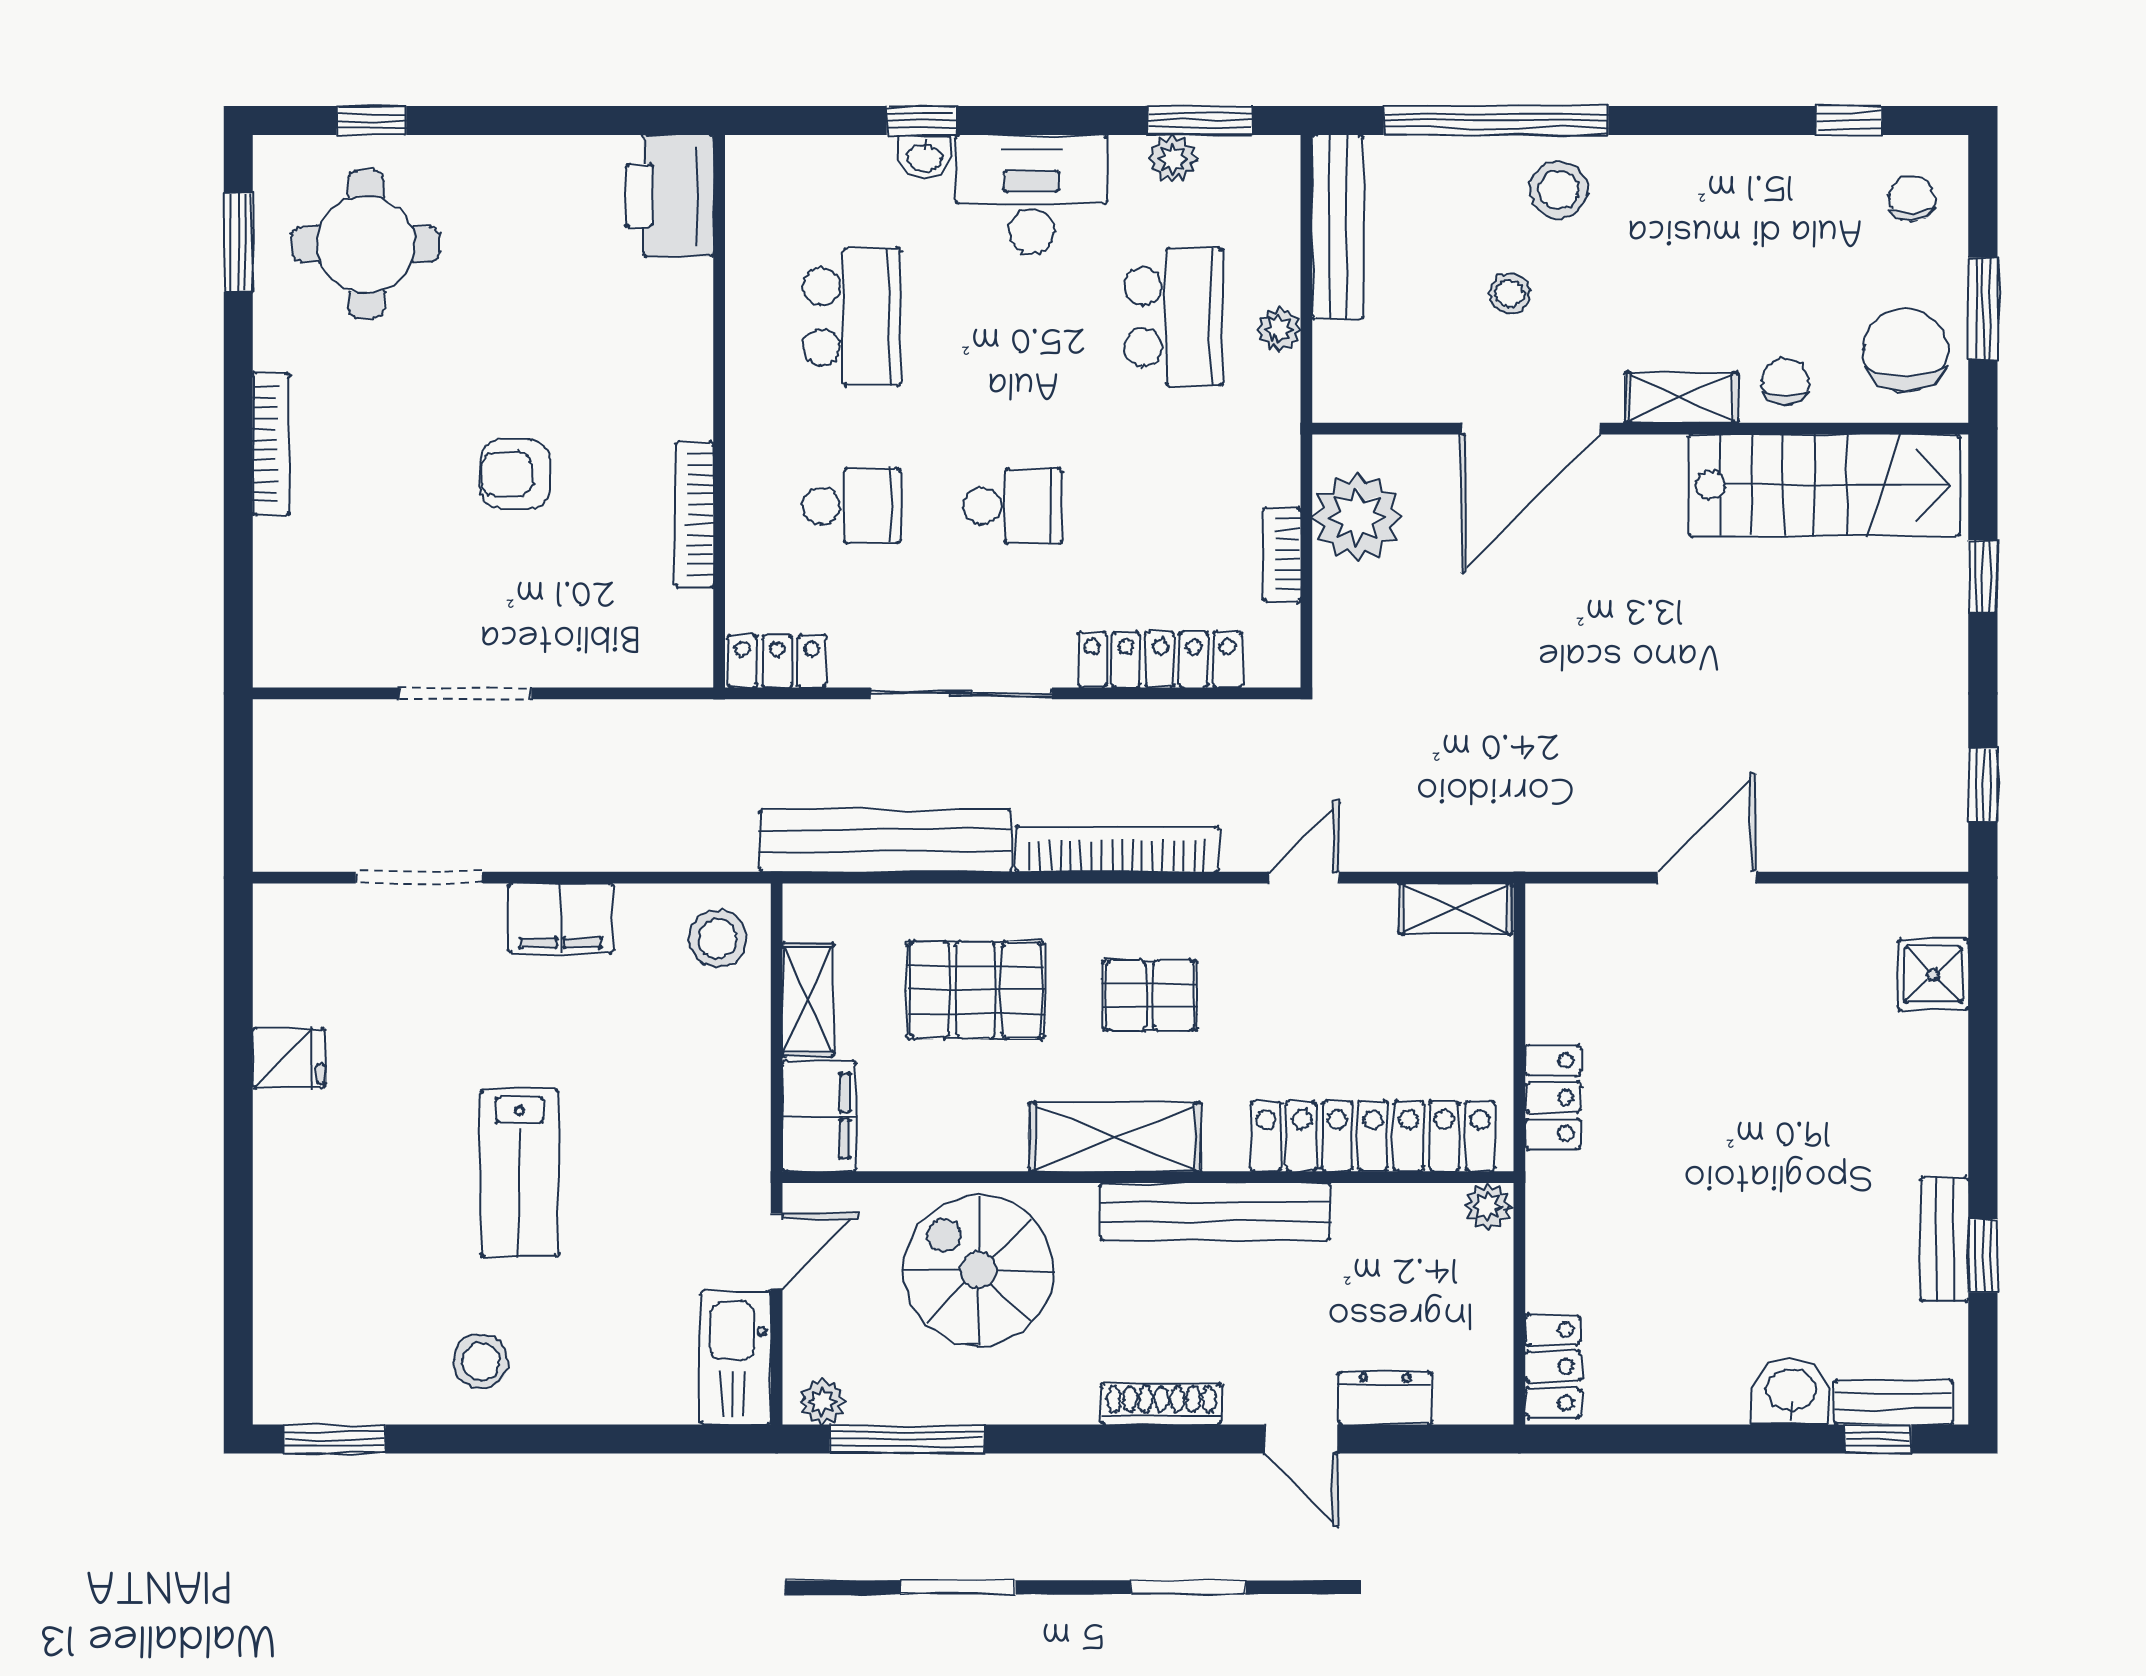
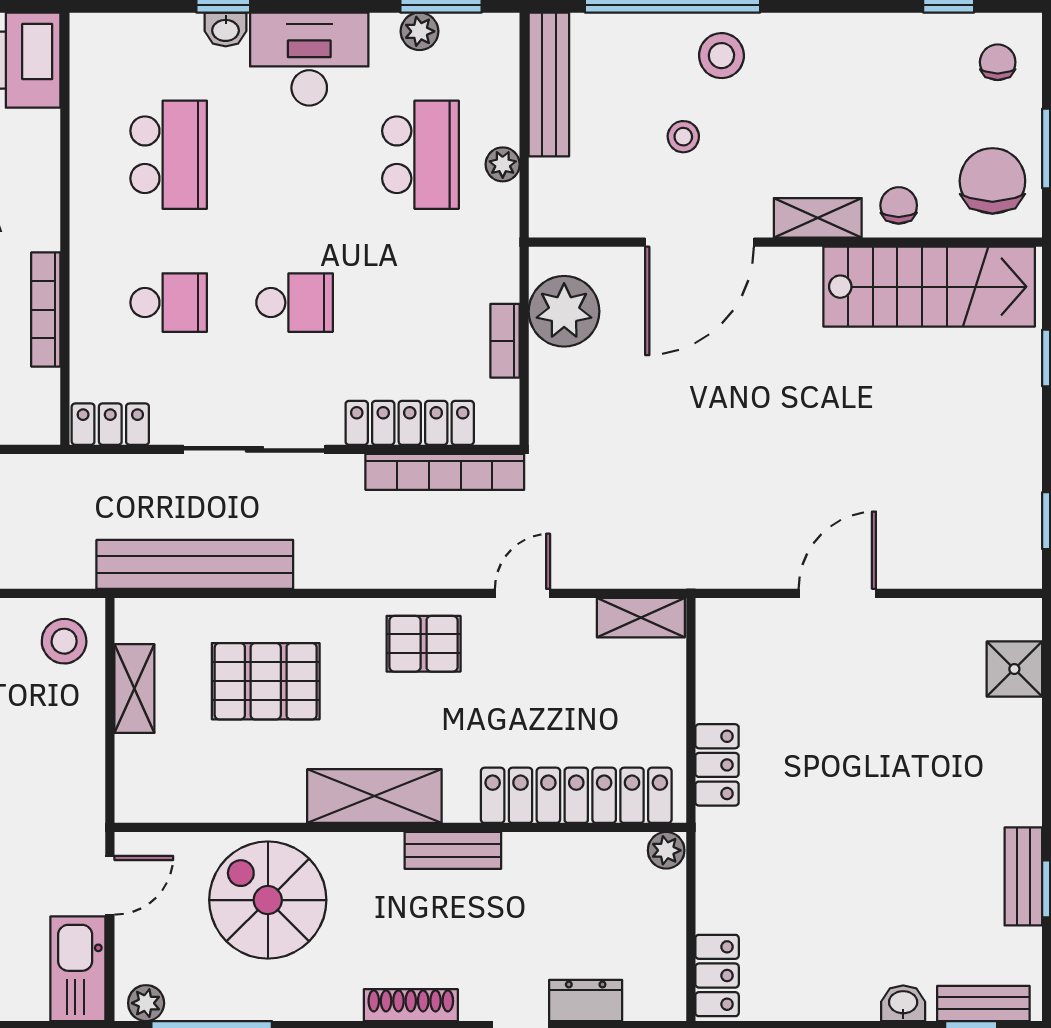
bookcase: (1117, 849) -> (445, 472), moved, turned 180
pallet: (1150, 995) -> (424, 644), moved
filing cabinet: (819, 1116) -> (143, 780), removed
bench: (1215, 1211) -> (453, 850), width x0.54, depth x0.82
washbasin: (1791, 1392) -> (903, 1003), width x0.72, depth x0.69

